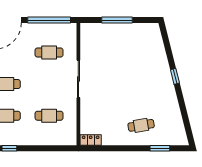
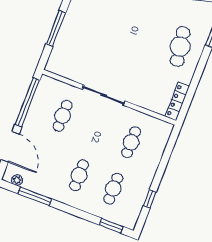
cafe table: (141, 125) -> (180, 47), width x1.37, depth x1.35
locker: (91, 140) -> (177, 101), width x1.53

